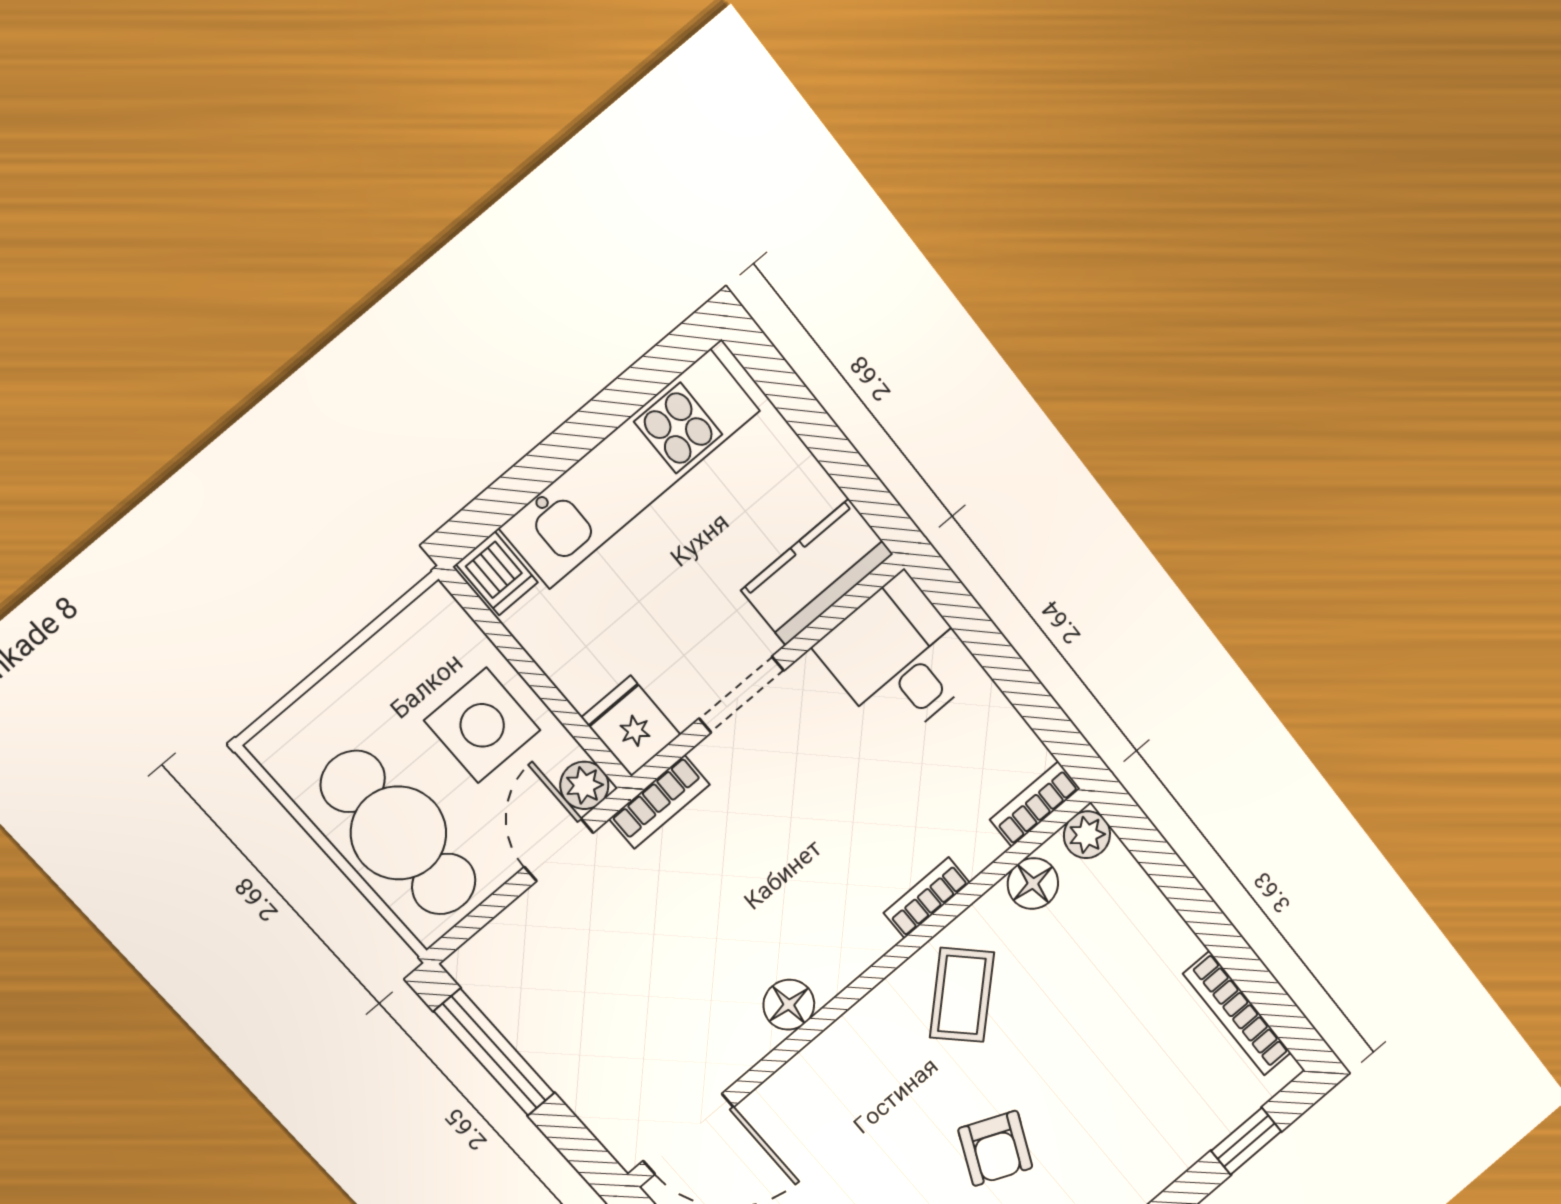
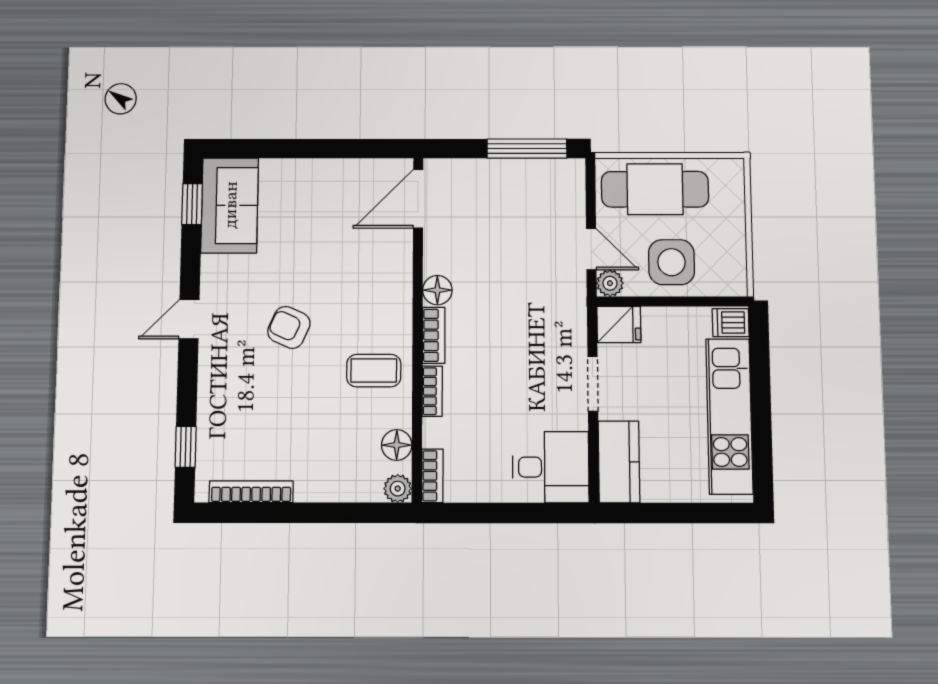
bookcase: (659, 802) -> (434, 335), moved, turned 180
coffee table: (962, 995) -> (374, 371), turned -46

